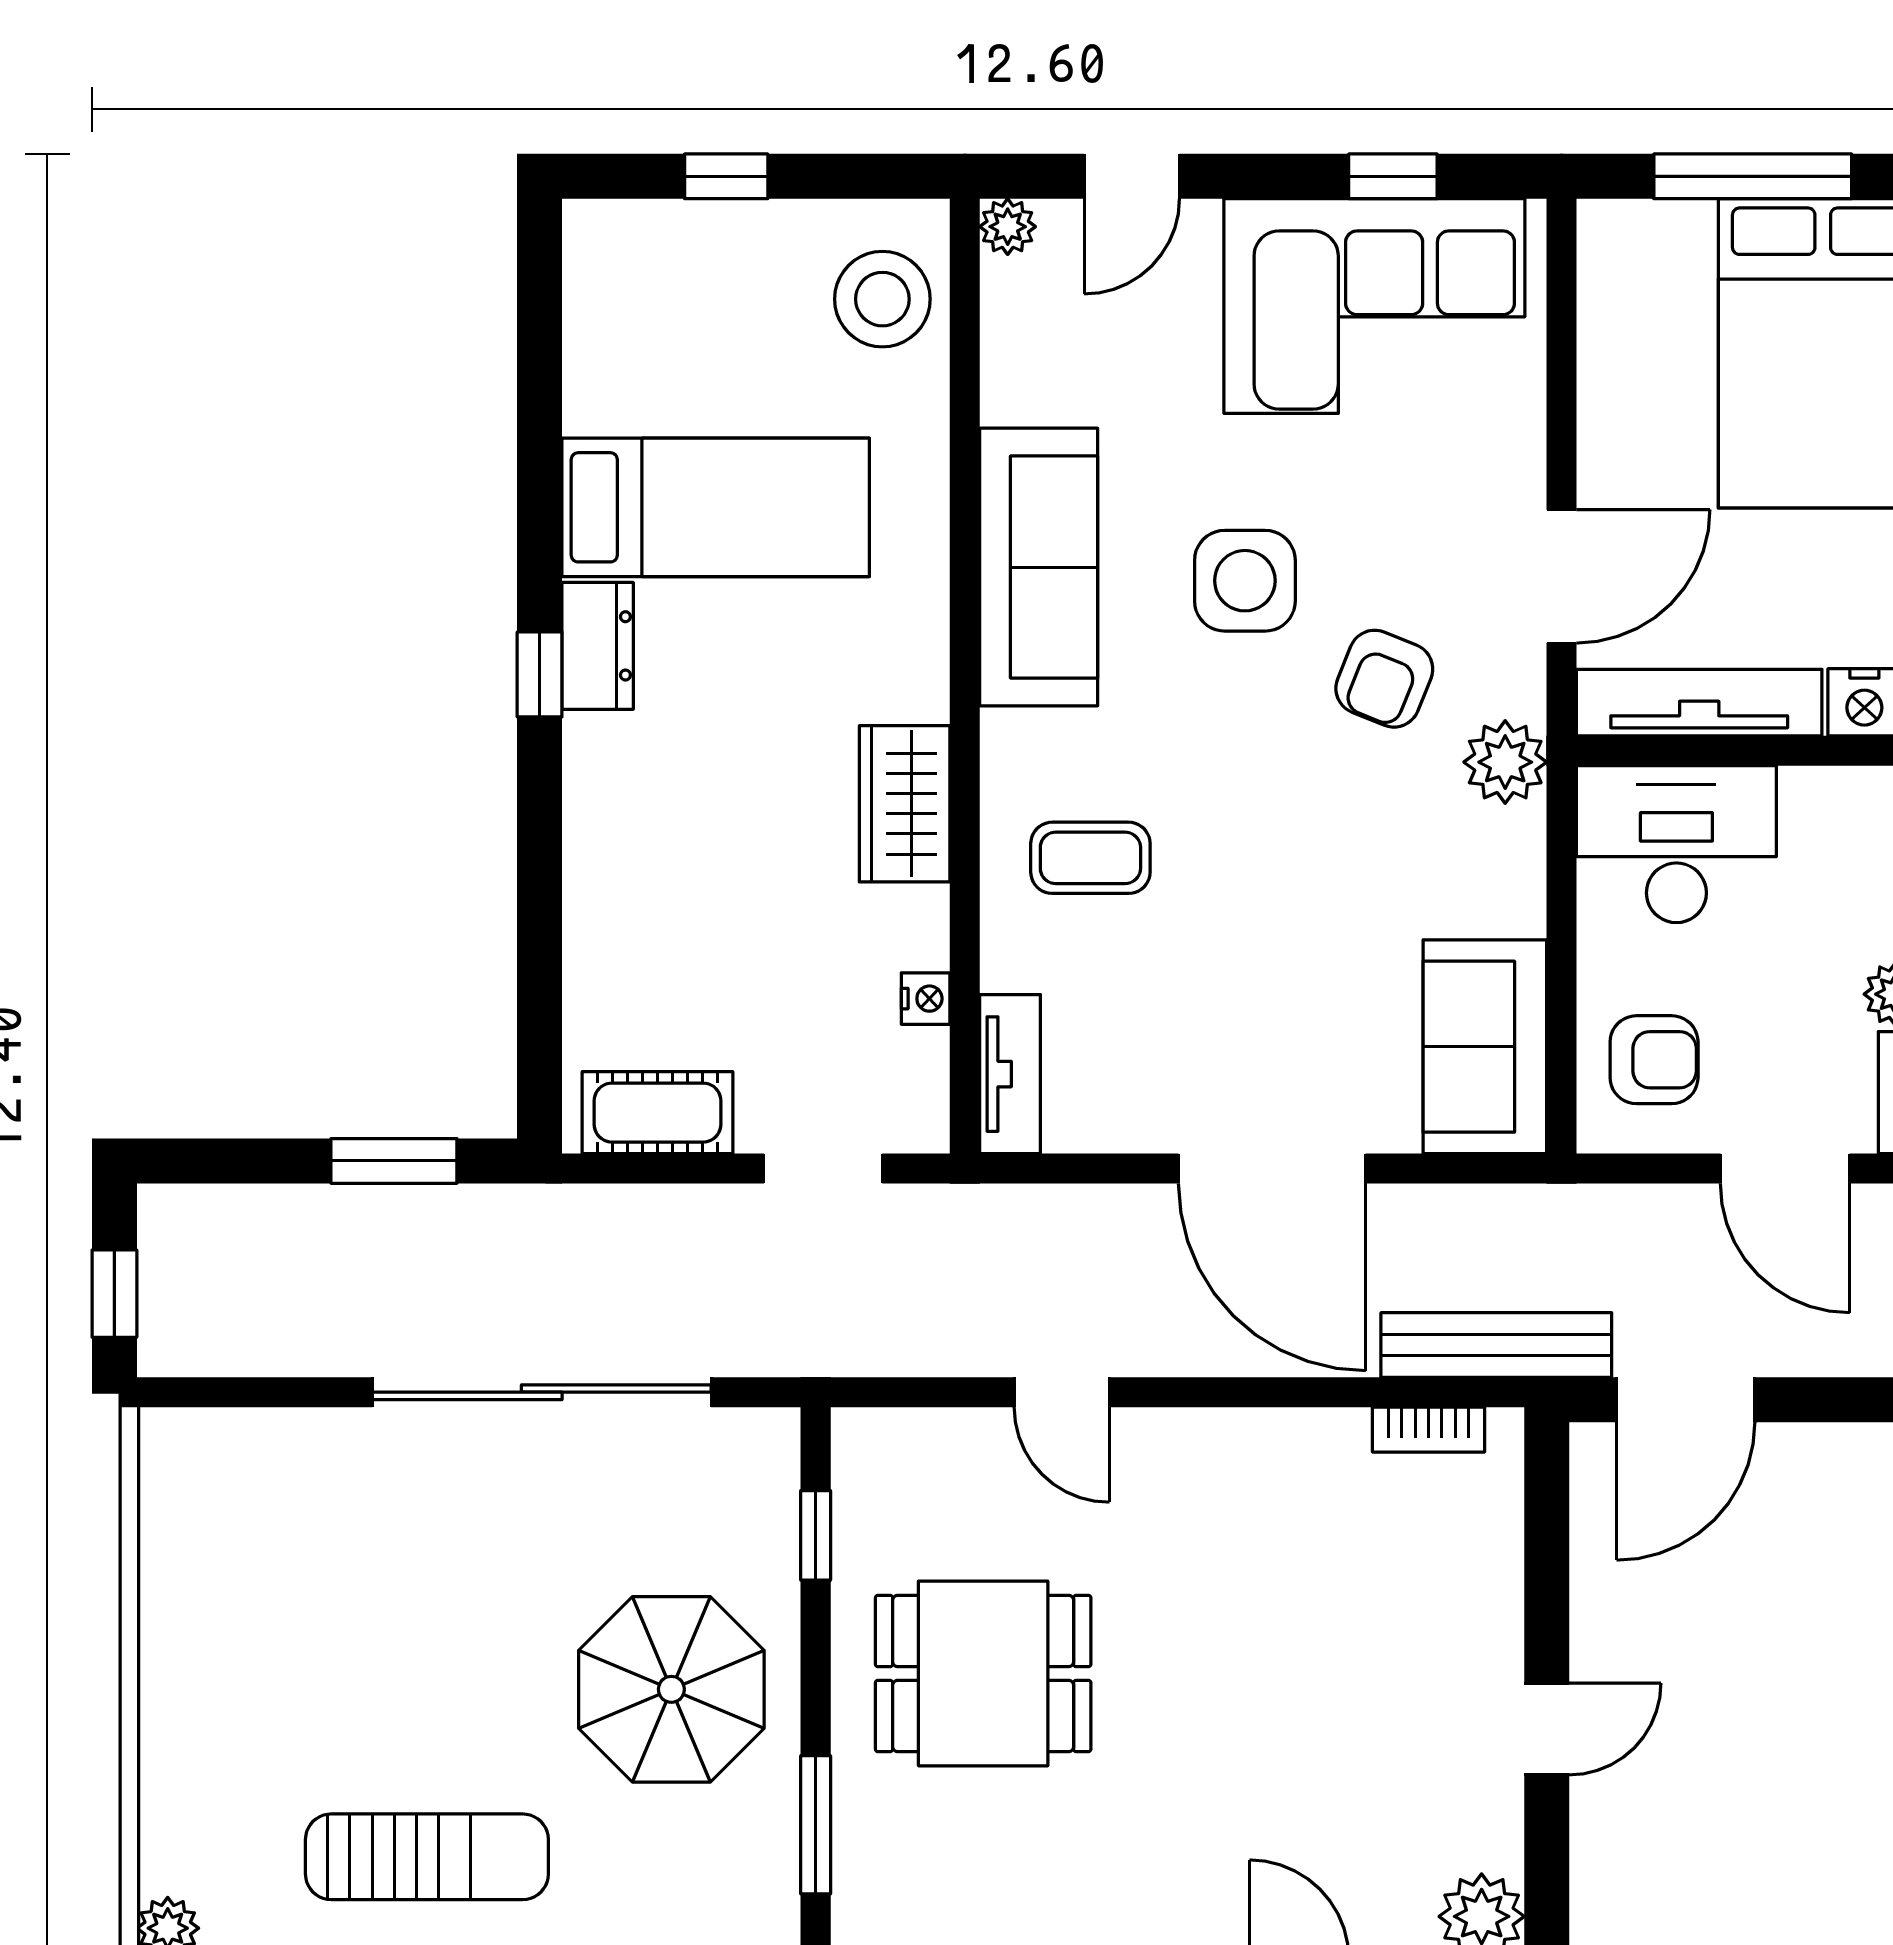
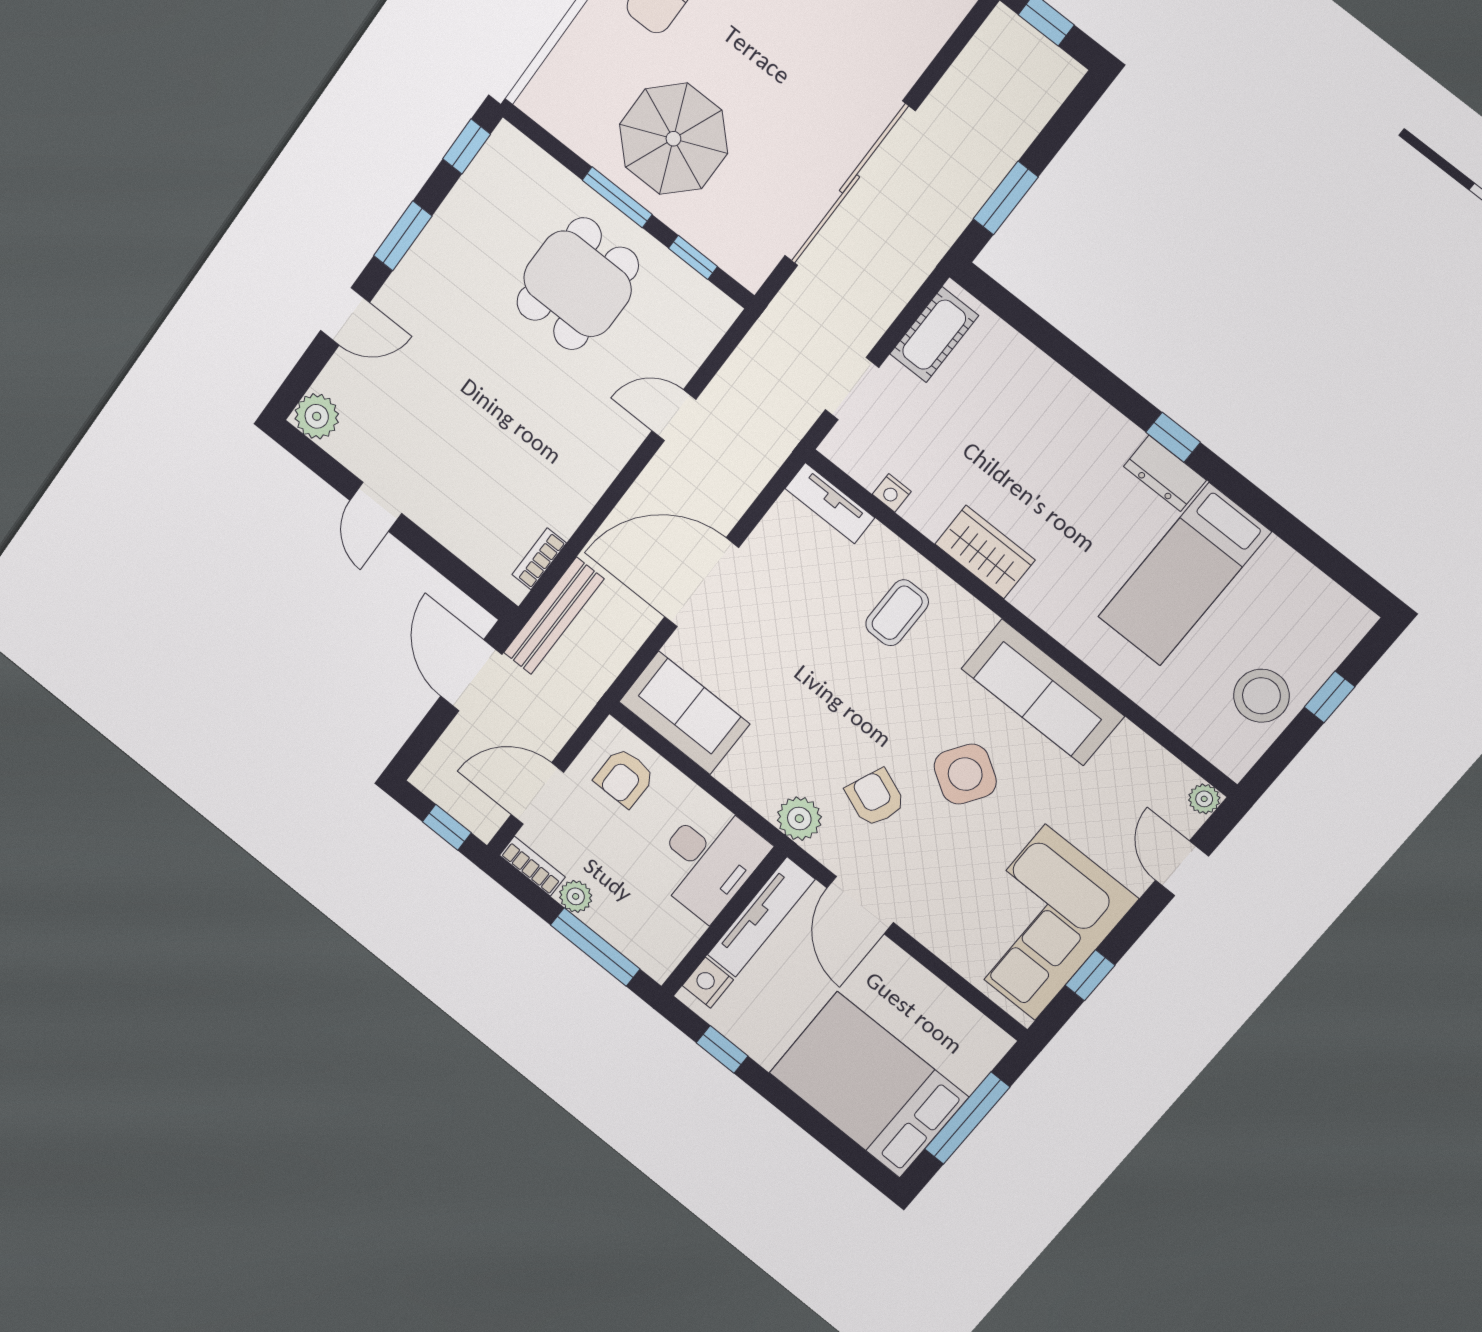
stool: (882, 299) -> (1261, 696), moved
side table: (1245, 581) -> (965, 774), turned 33
window: (816, 1825) -> (617, 197), moved

